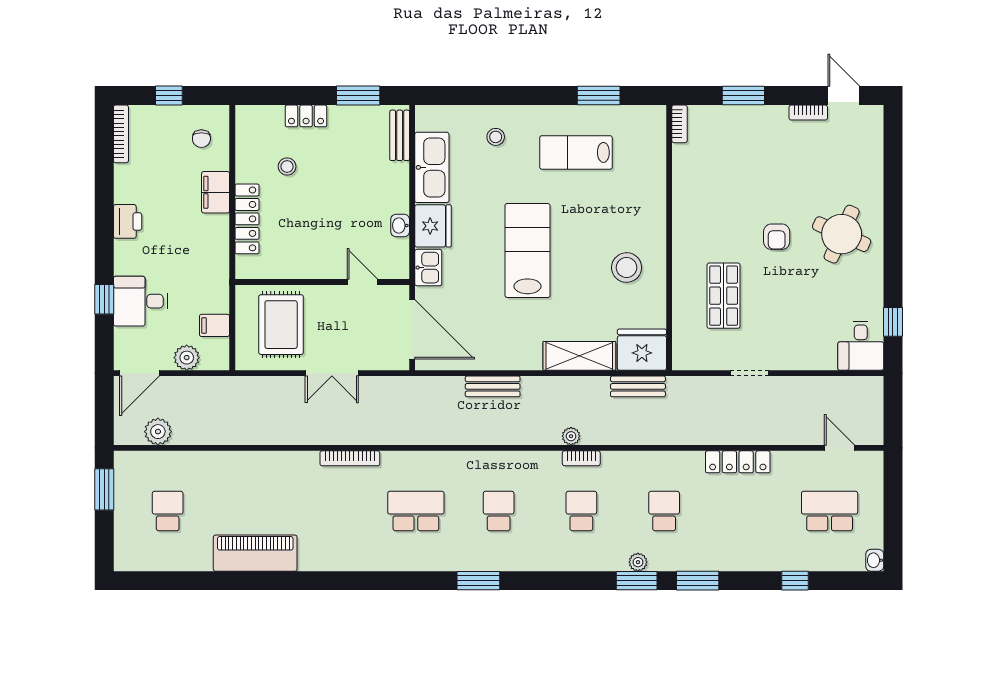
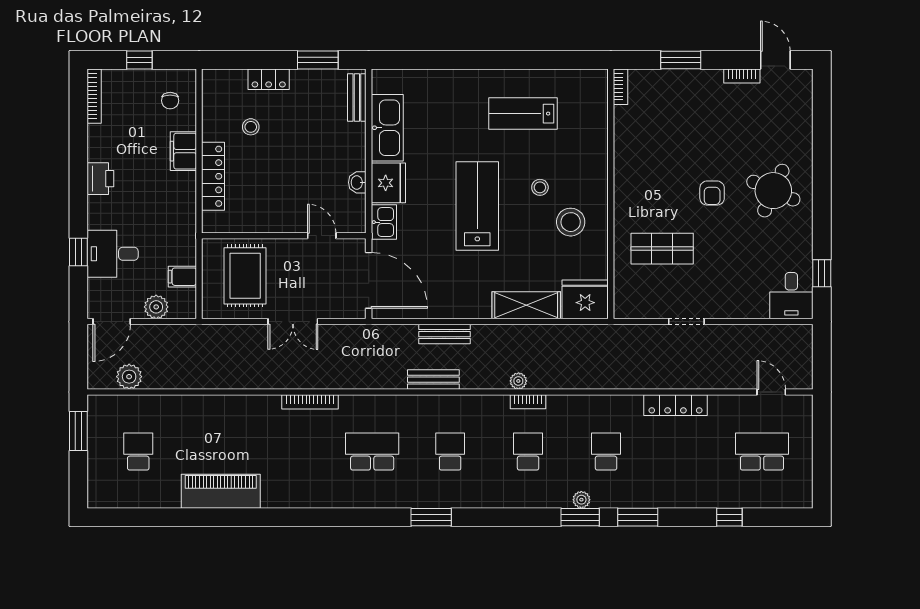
window: (599, 96) -> (544, 60), removed
stool: (496, 137) -> (540, 187), moved
shop shelf: (724, 296) -> (662, 249), turned 90
bench: (638, 386) -> (433, 380), moved
washbasin: (875, 560) -> (805, 498), removed

